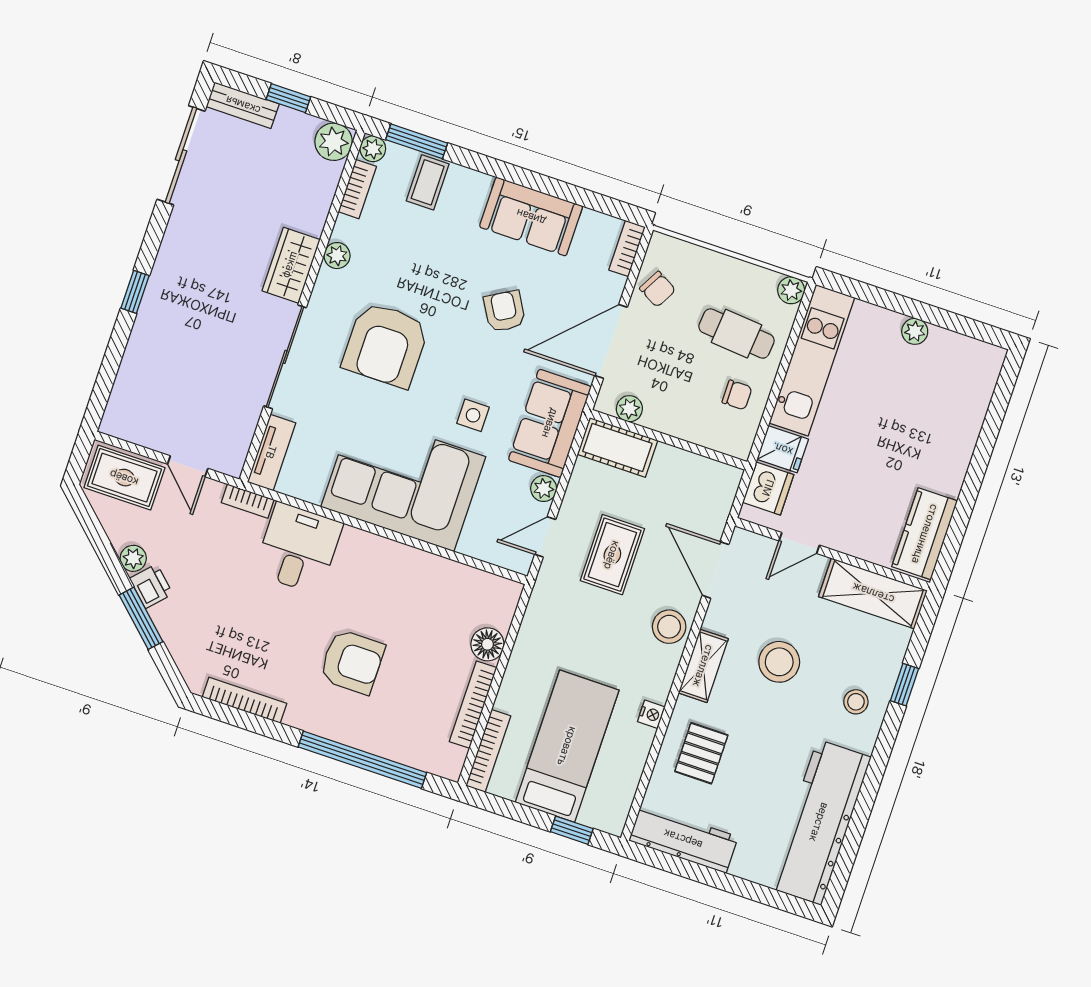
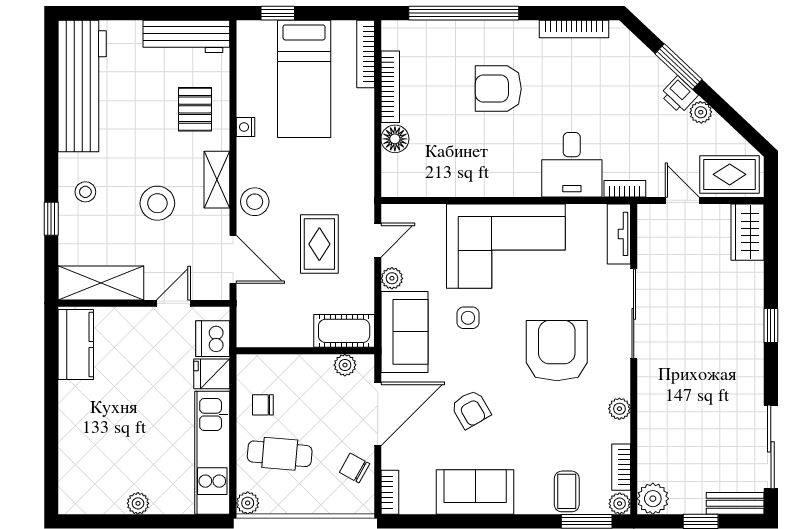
wardrobe: (291, 265) -> (748, 232), moved, turned 180

